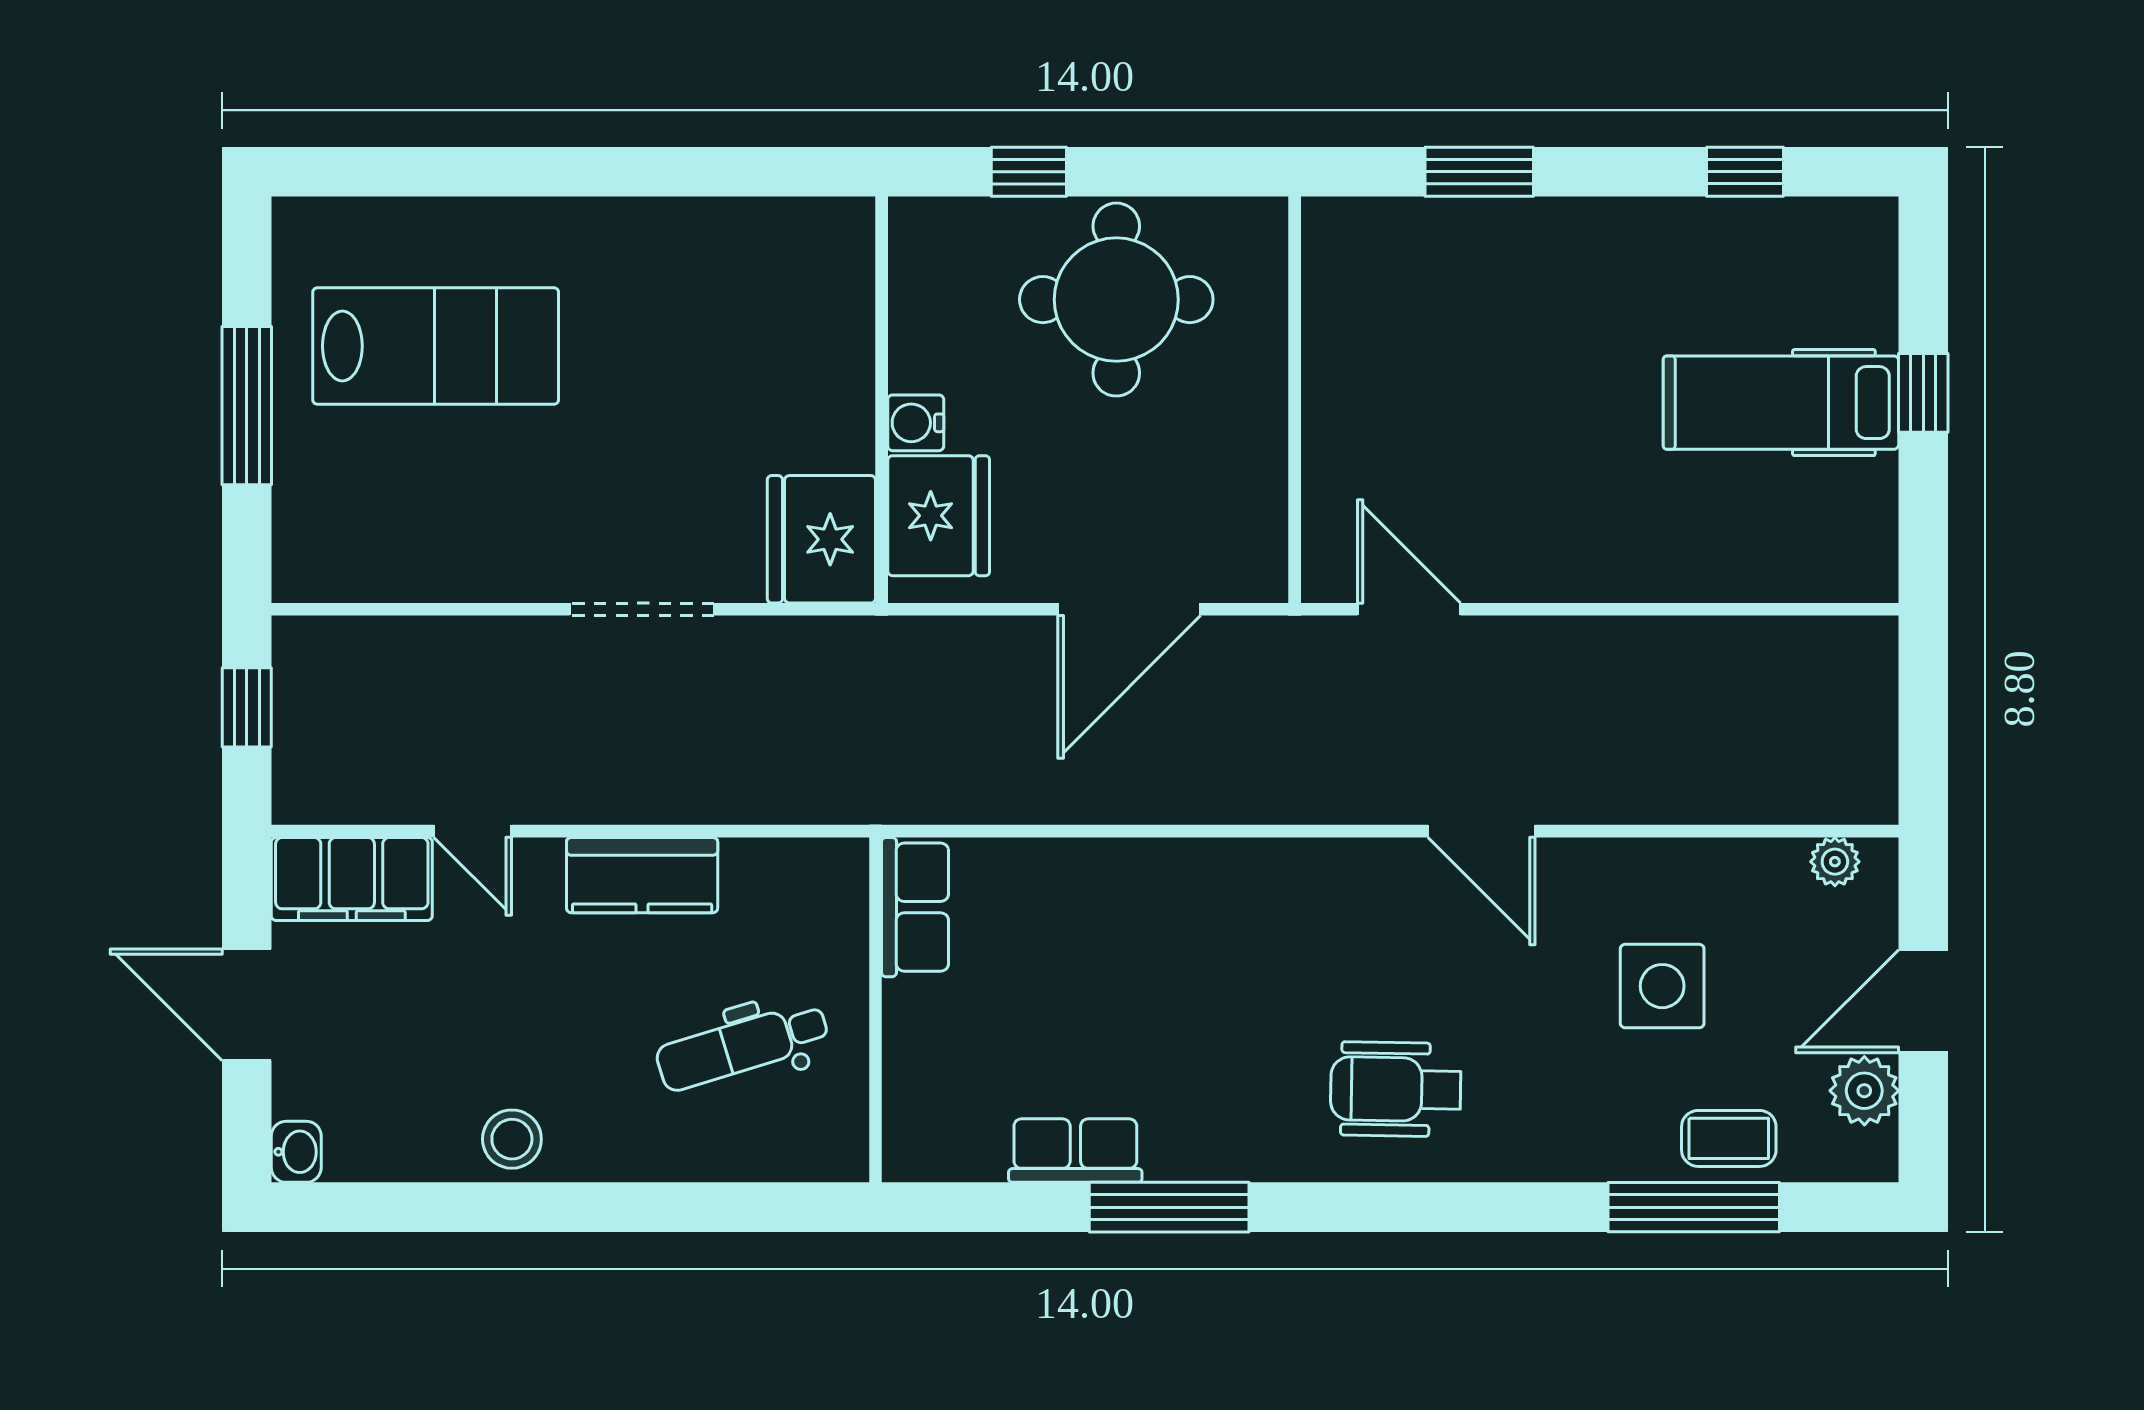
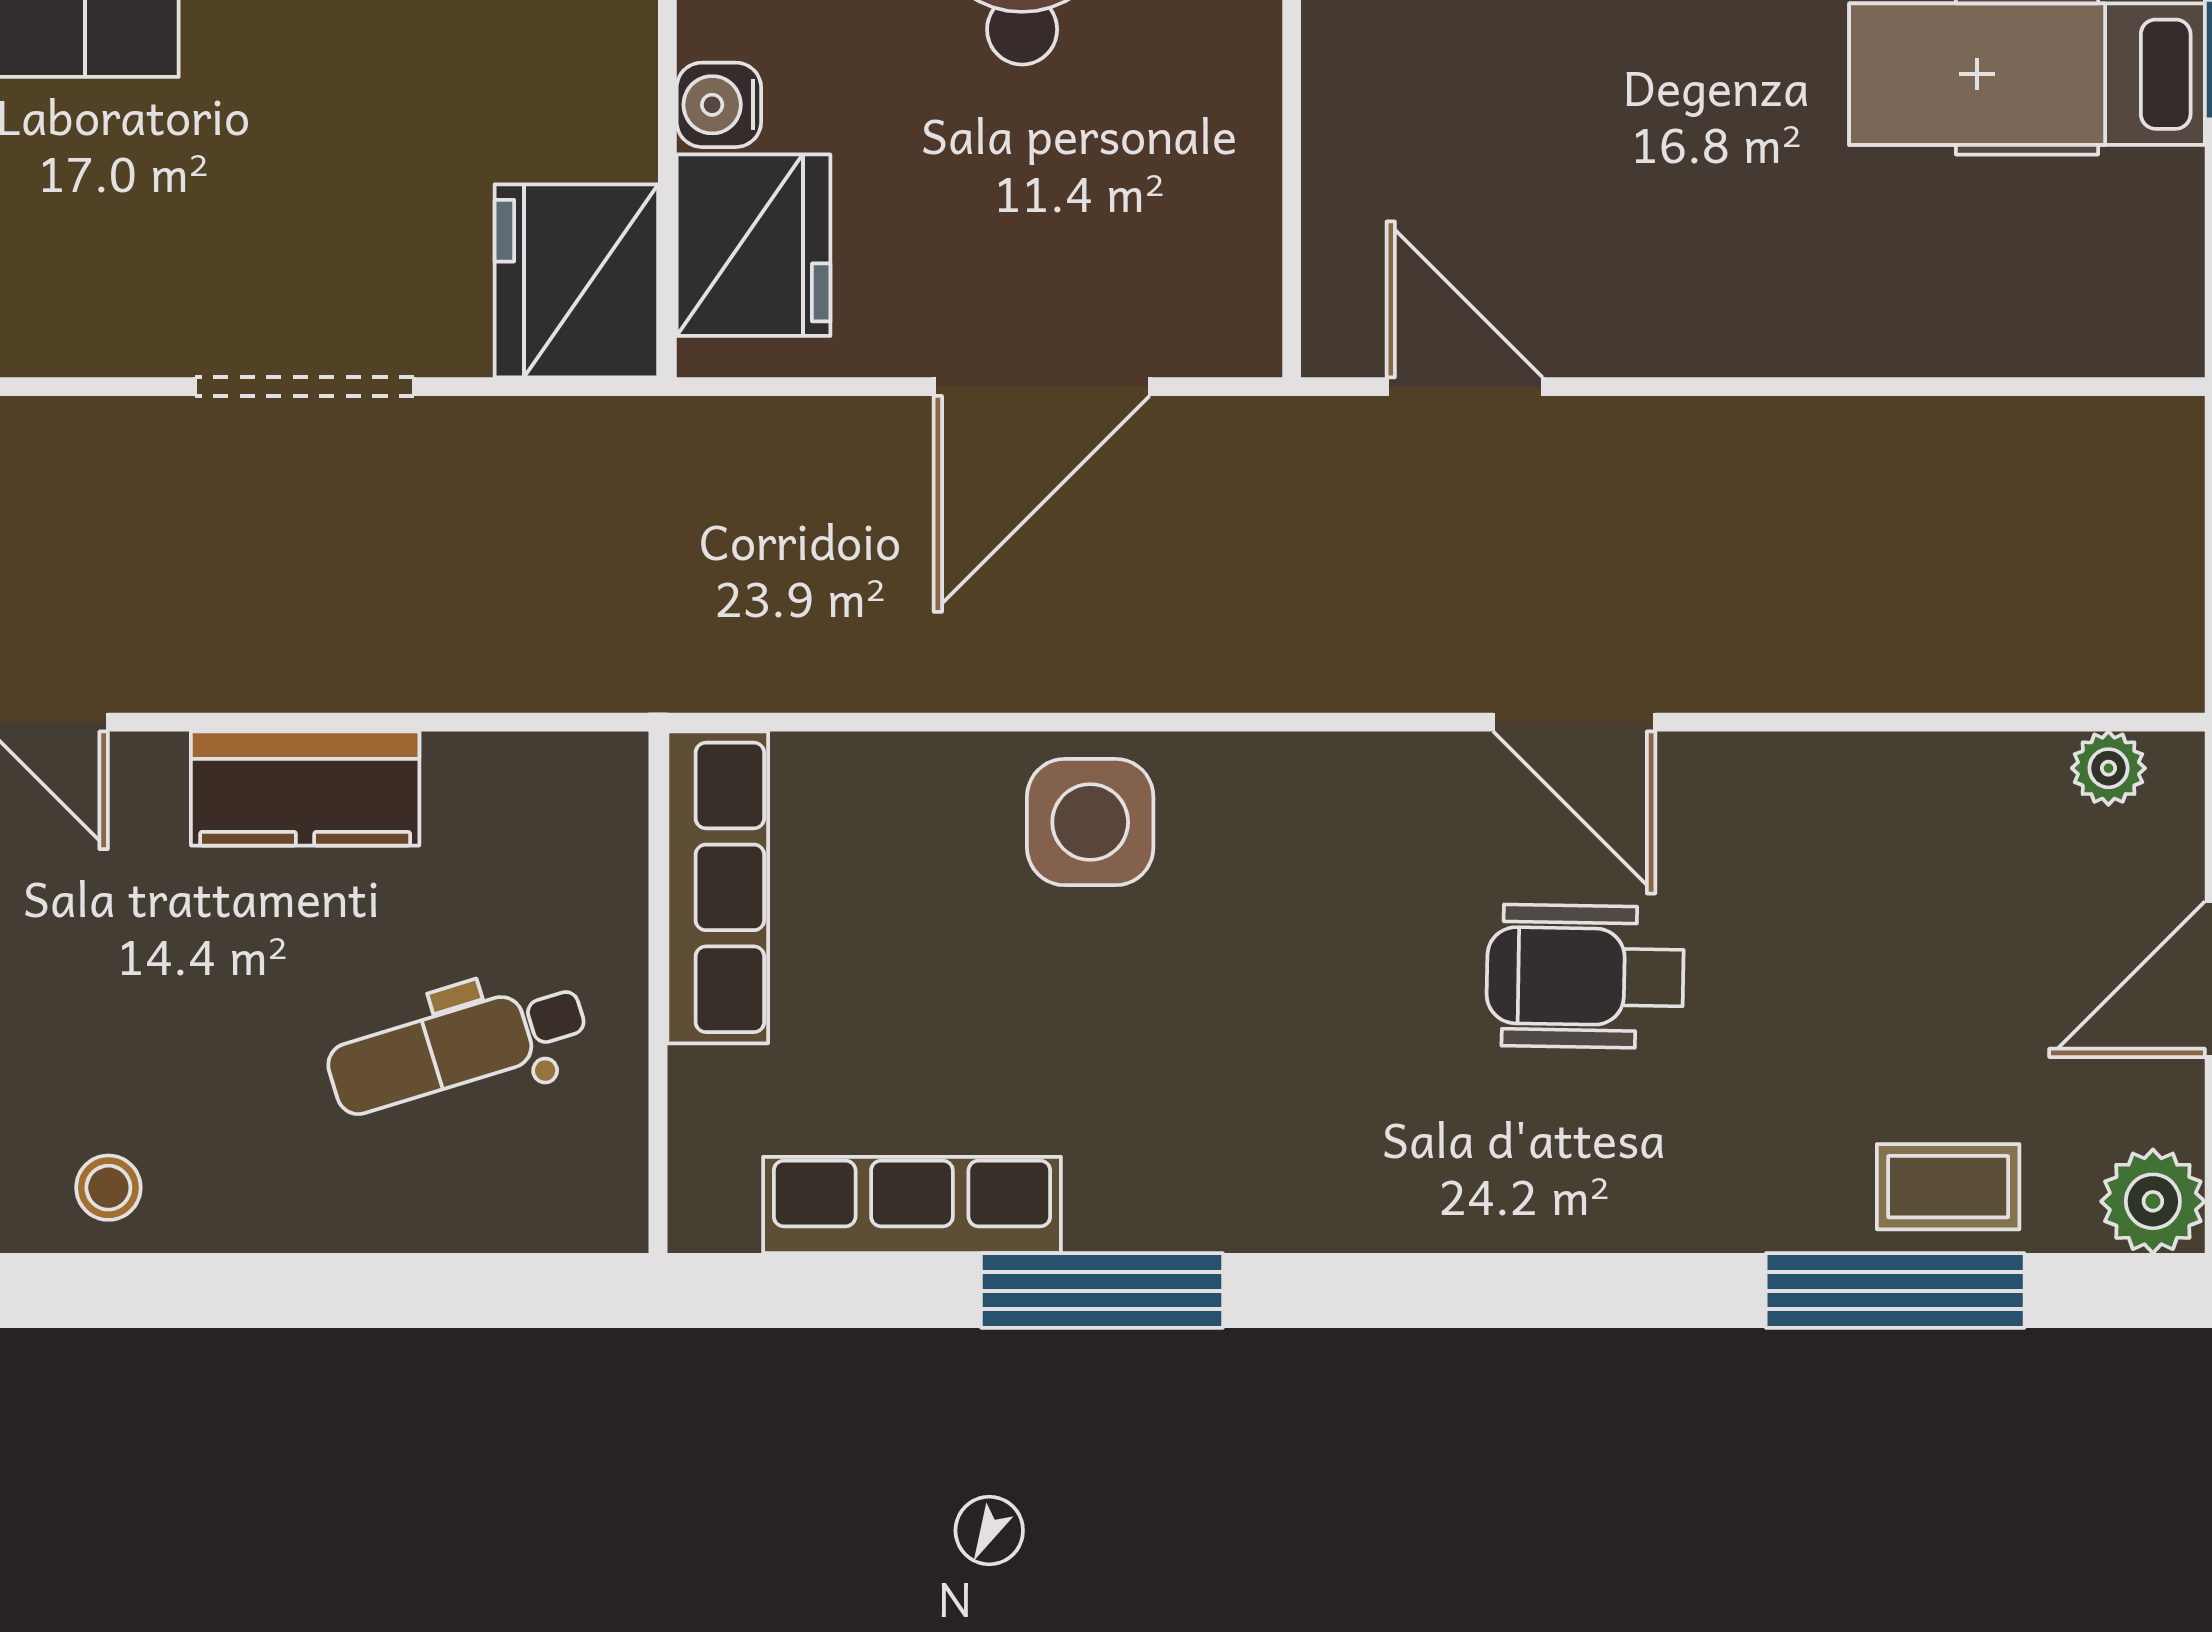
row of seats: (915, 907) -> (718, 887), width x1.48
side table: (1662, 986) -> (1090, 822), moved
wheelchair: (1396, 1089) -> (1585, 976), moved
plant: (1864, 1091) -> (2153, 1201), moved
stool: (512, 1139) -> (108, 1188), width x0.73, depth x0.73
row of seats: (1075, 1151) -> (912, 1205), width x1.48

